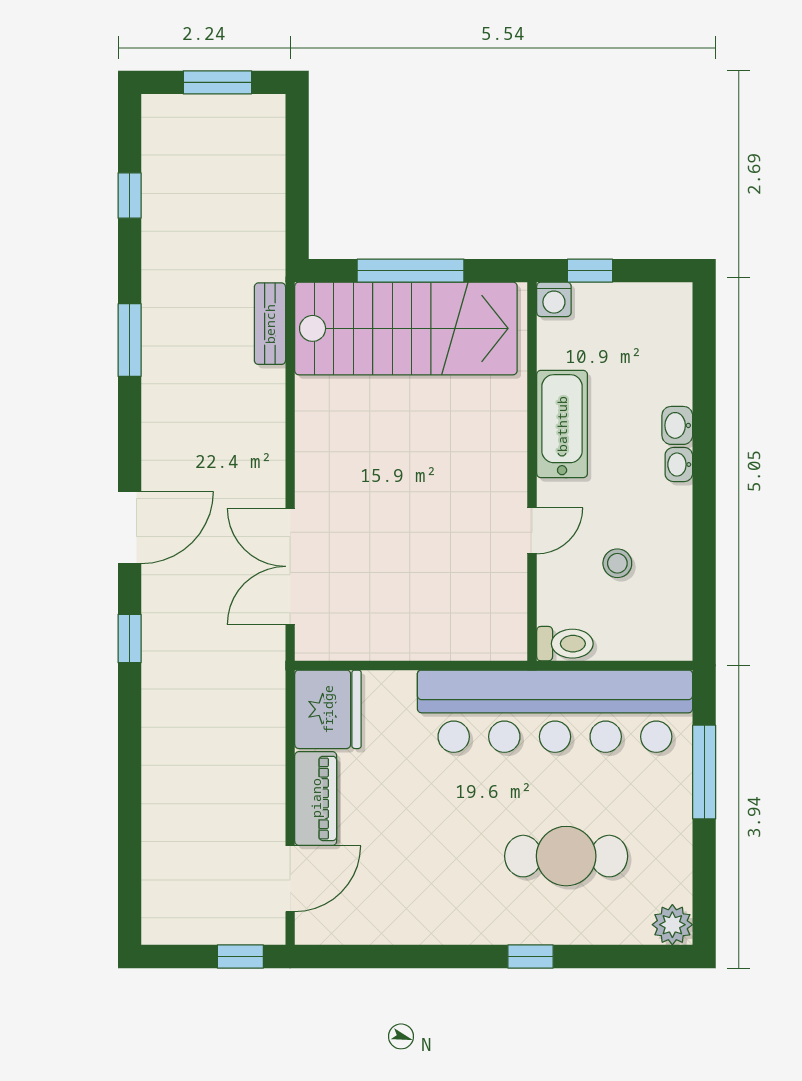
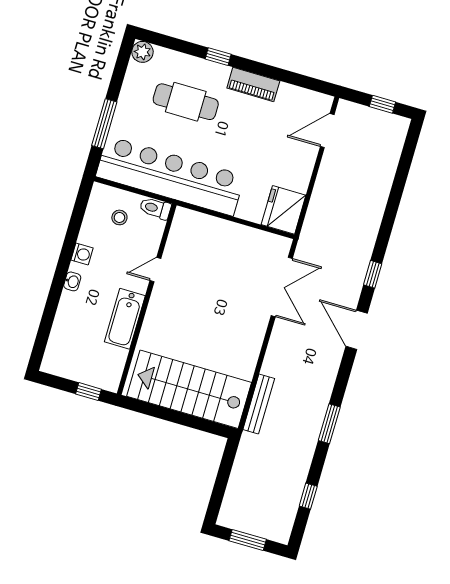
window: (411, 271) -> (178, 418), removed
washing machine: (554, 299) -> (82, 254), moved, turned 90
bench: (270, 324) -> (259, 404), width x1.36
washbasin: (677, 425) -> (67, 301), removed
door: (130, 528) -> (357, 330), hinge flipped
stool: (617, 563) -> (119, 217), moved
piano: (316, 798) -> (253, 84), moved, turned -90
window: (240, 957) -> (382, 104), moved

